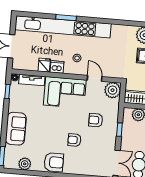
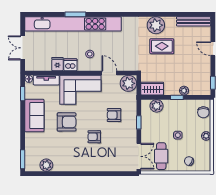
sofa: (16, 129) -> (34, 116), moved
armchair: (54, 162) -> (67, 122), moved

